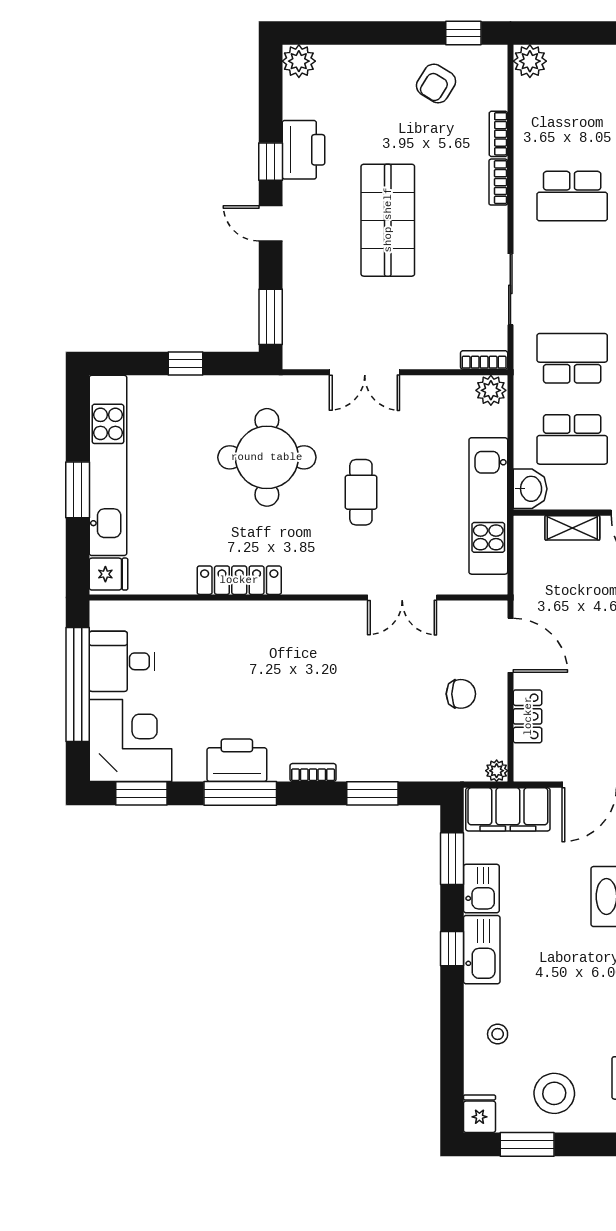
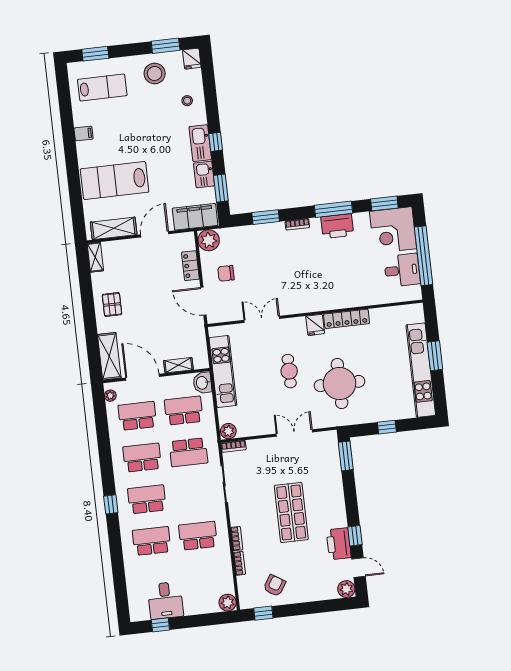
door: (271, 223) -> (359, 568), moved
fridge: (108, 574) -> (315, 325), moved, turned -90
plant: (497, 771) -> (209, 240), width x1.88, depth x1.88

